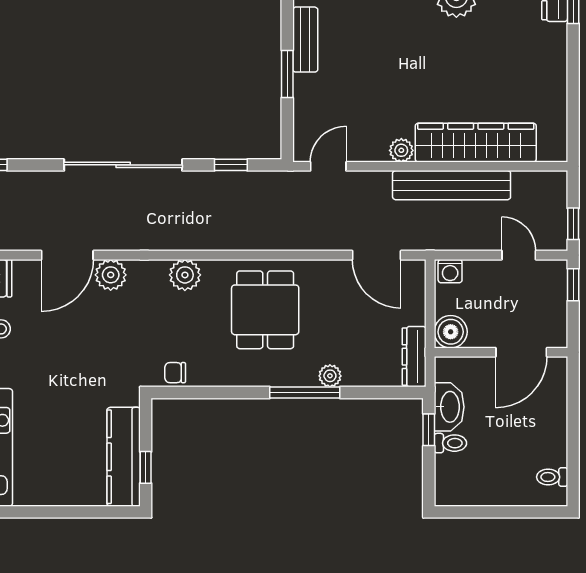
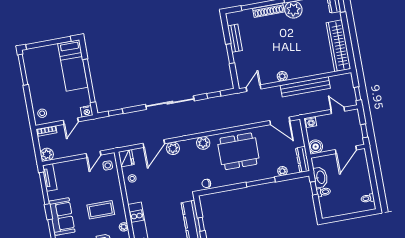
wardrobe: (476, 143) -> (338, 46), moved, turned -90
window: (573, 285) -> (364, 131), moved
dining table: (265, 310) -> (238, 151), width x1.37
plant: (330, 376) -> (282, 171), moved

